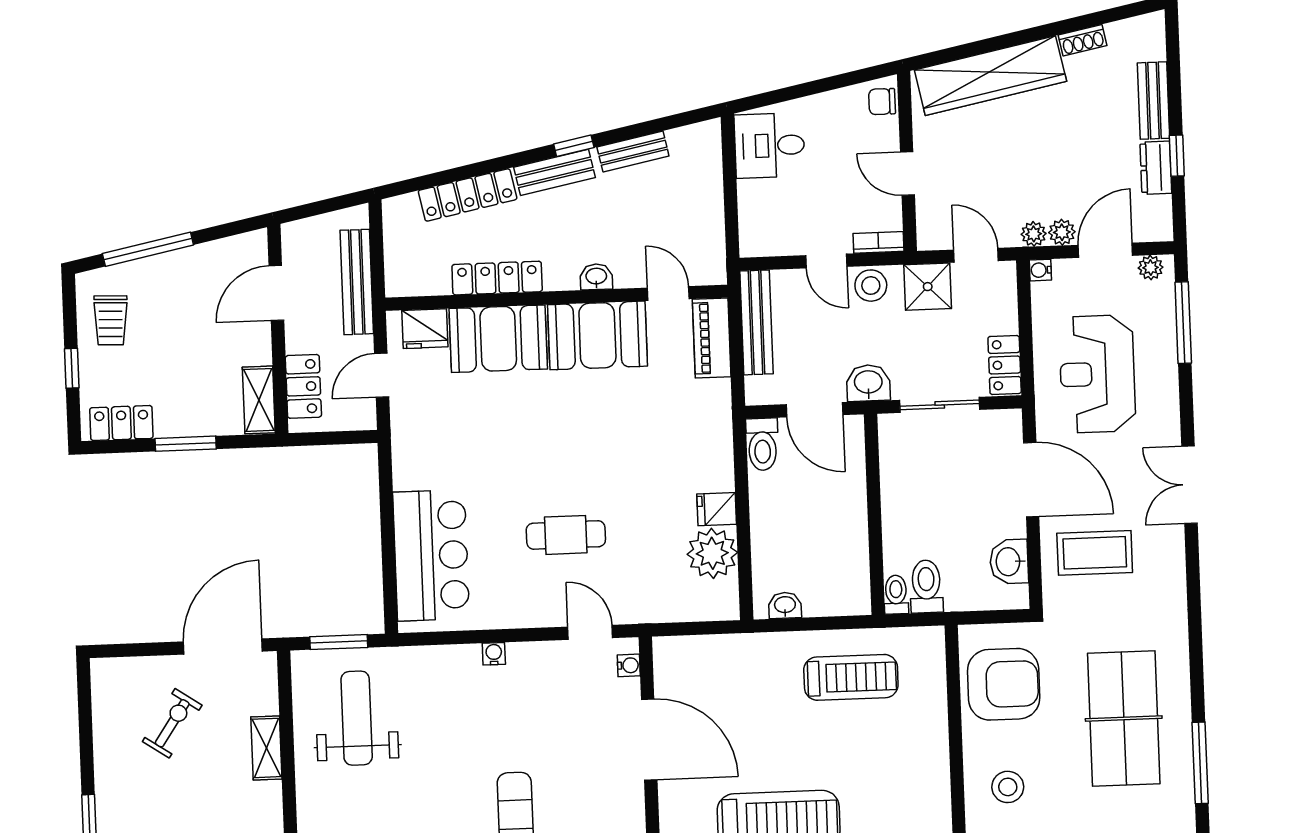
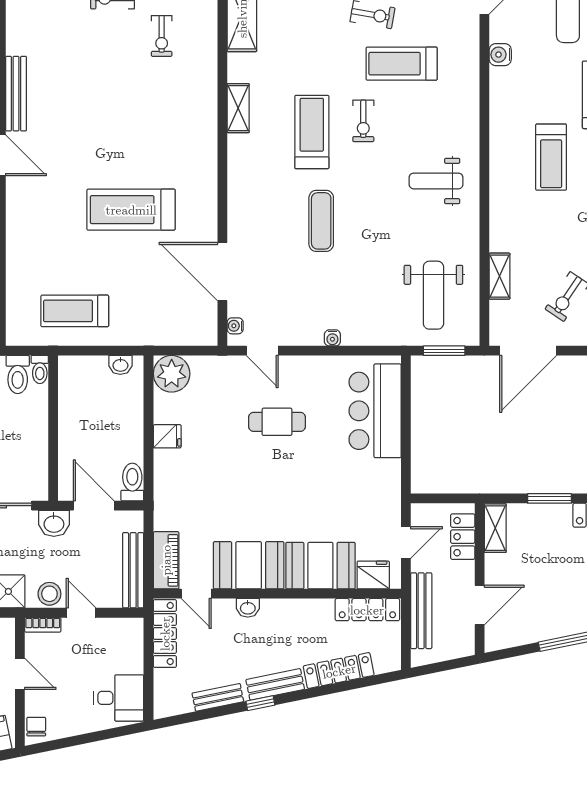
chair: (882, 102) -> (36, 727), turned -90
locker: (709, 237) -> (165, 634), added
locker: (497, 278) -> (367, 610), moved
plant: (712, 553) -> (172, 374), moved

